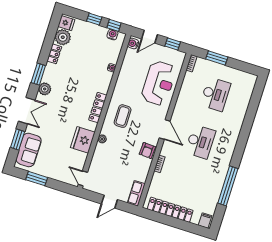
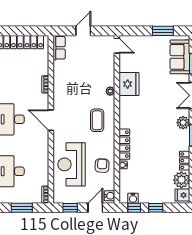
locker: (98, 108) -> (124, 144), moved
armchair: (147, 150) -> (102, 166), moved

